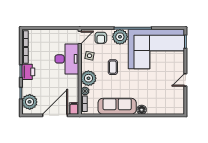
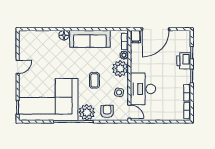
door: (80, 37) -> (129, 112), swing flipped
printer: (28, 72) -> (184, 61), moved
plant: (30, 102) -> (183, 44), removed

